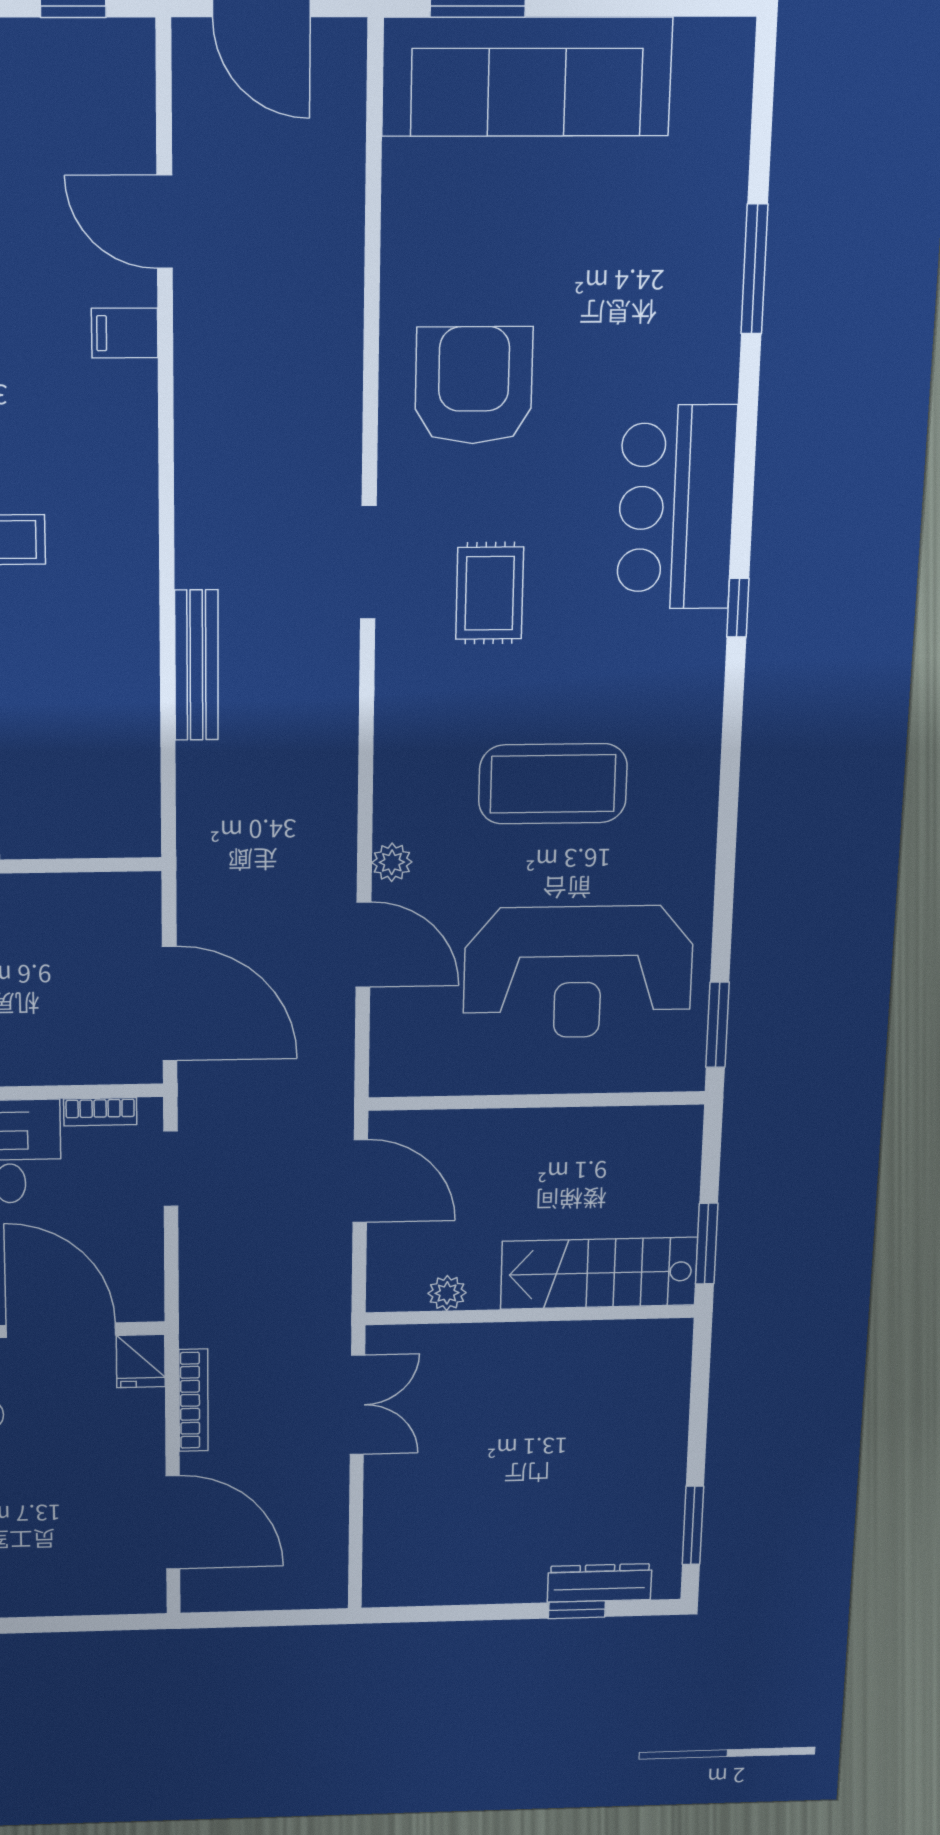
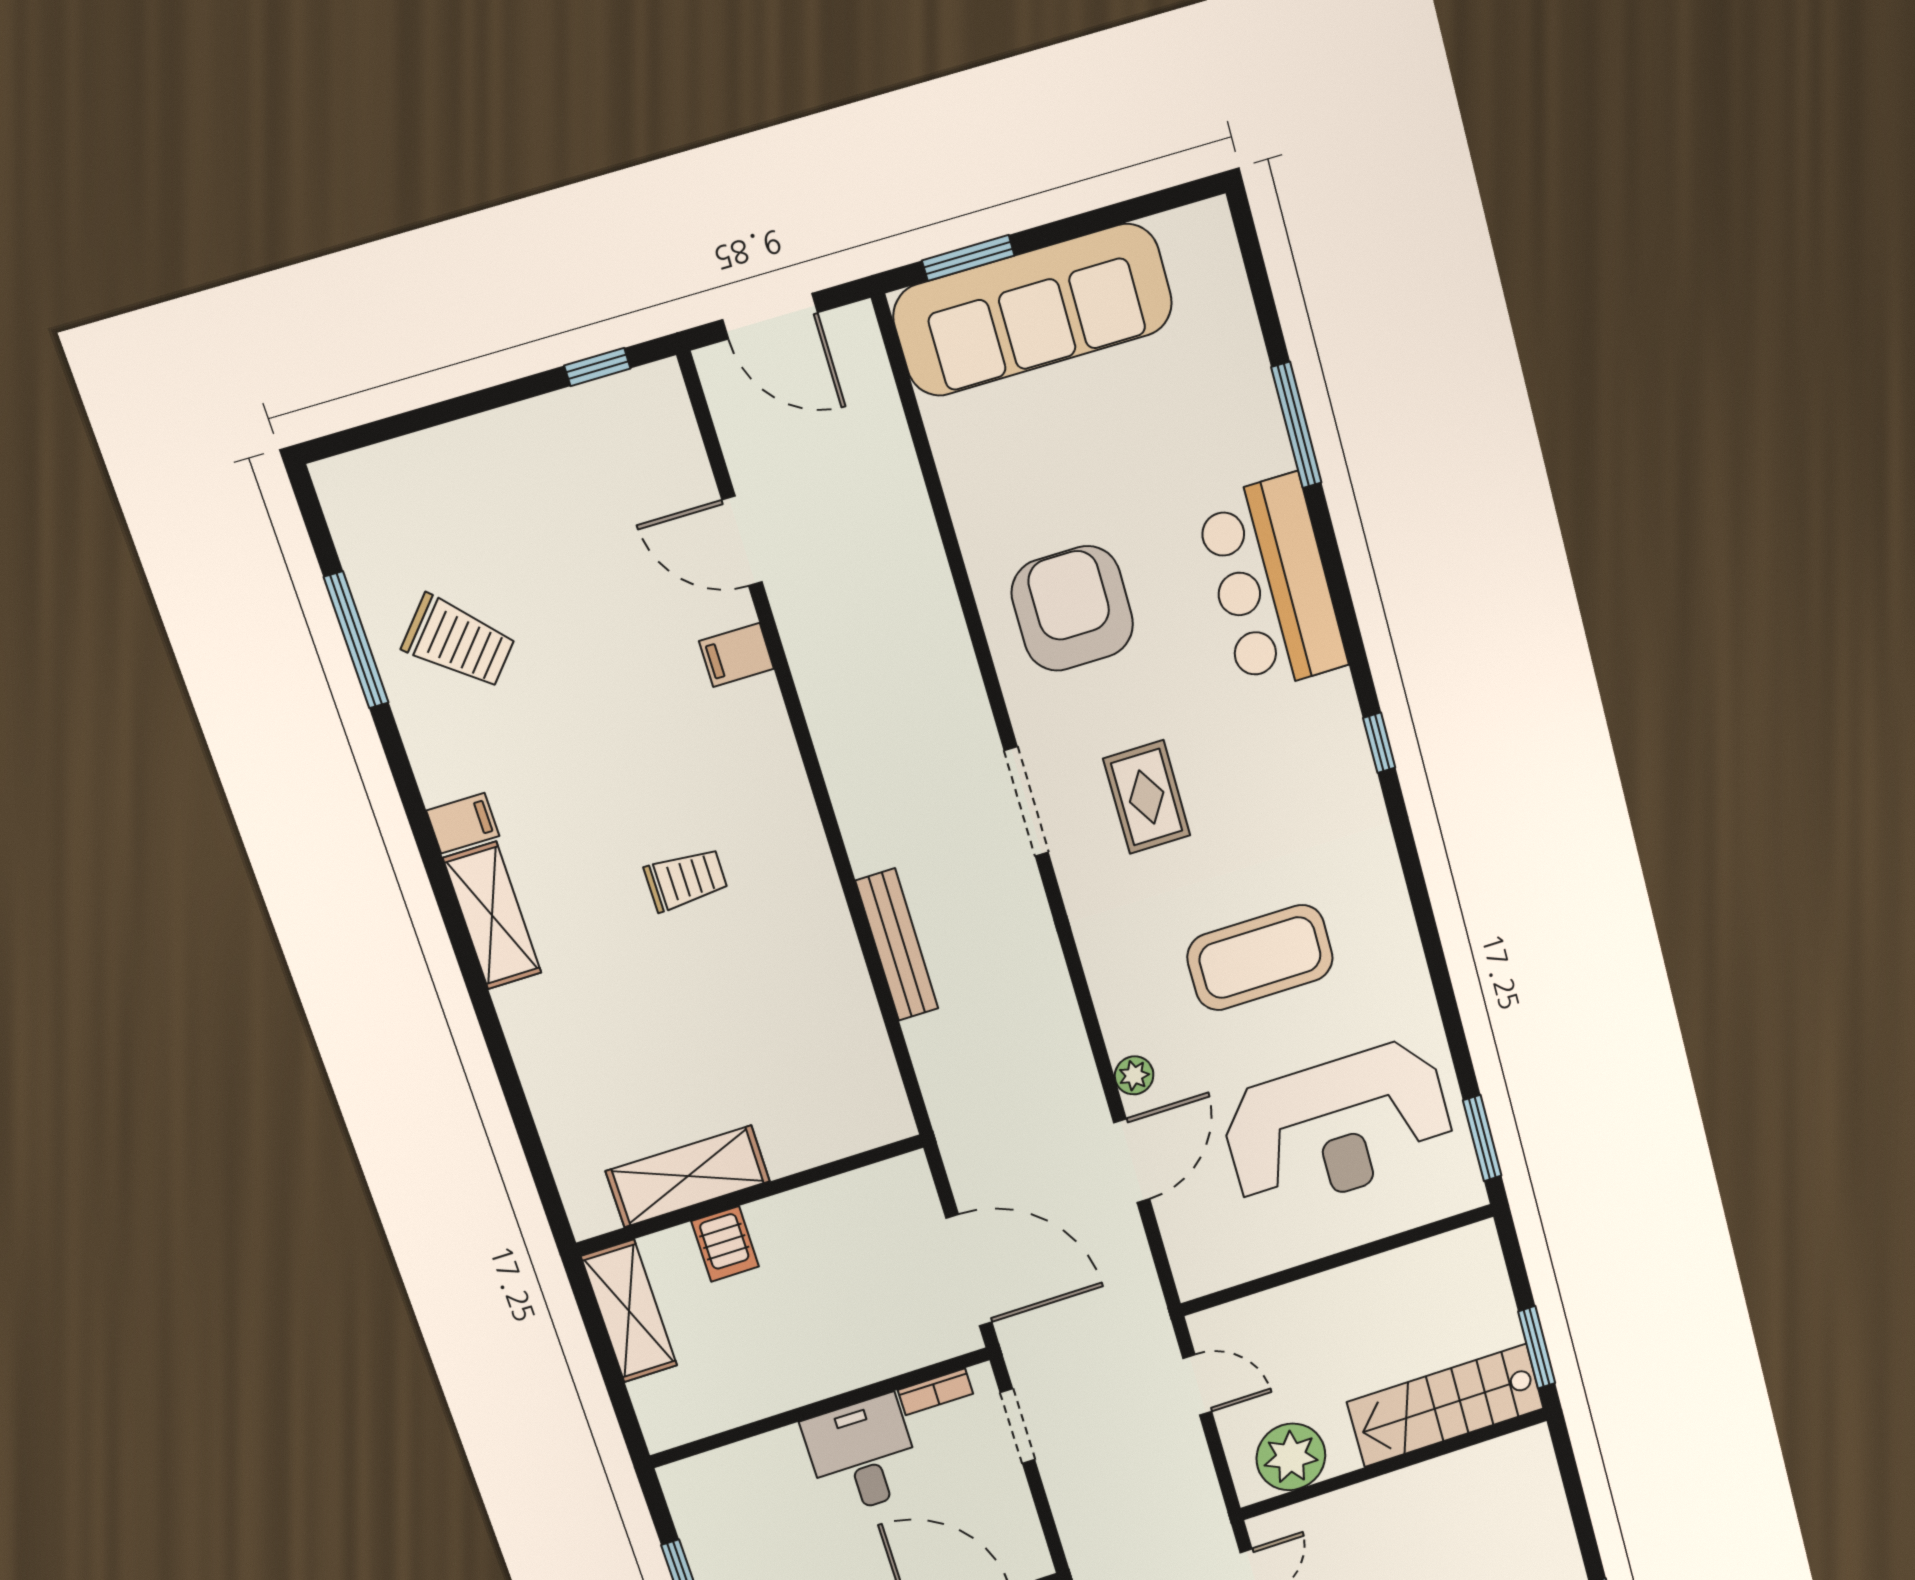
bar counter: (676, 508) -> (1272, 584), moved
door: (363, 945) -> (1132, 1161), hinge flipped
door: (360, 1181) -> (1197, 1385), width x0.73
plant: (447, 1293) -> (1291, 1457), width x1.88, depth x1.88

